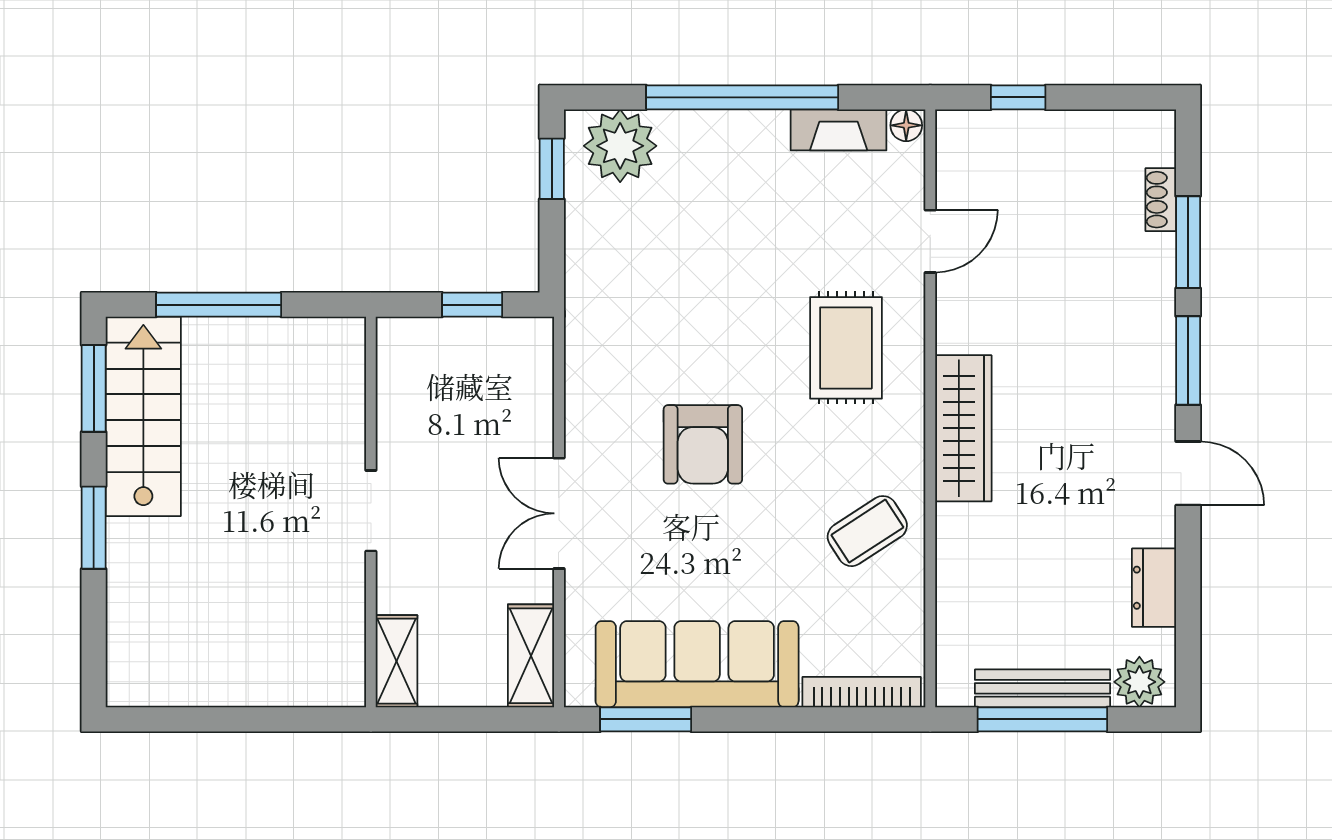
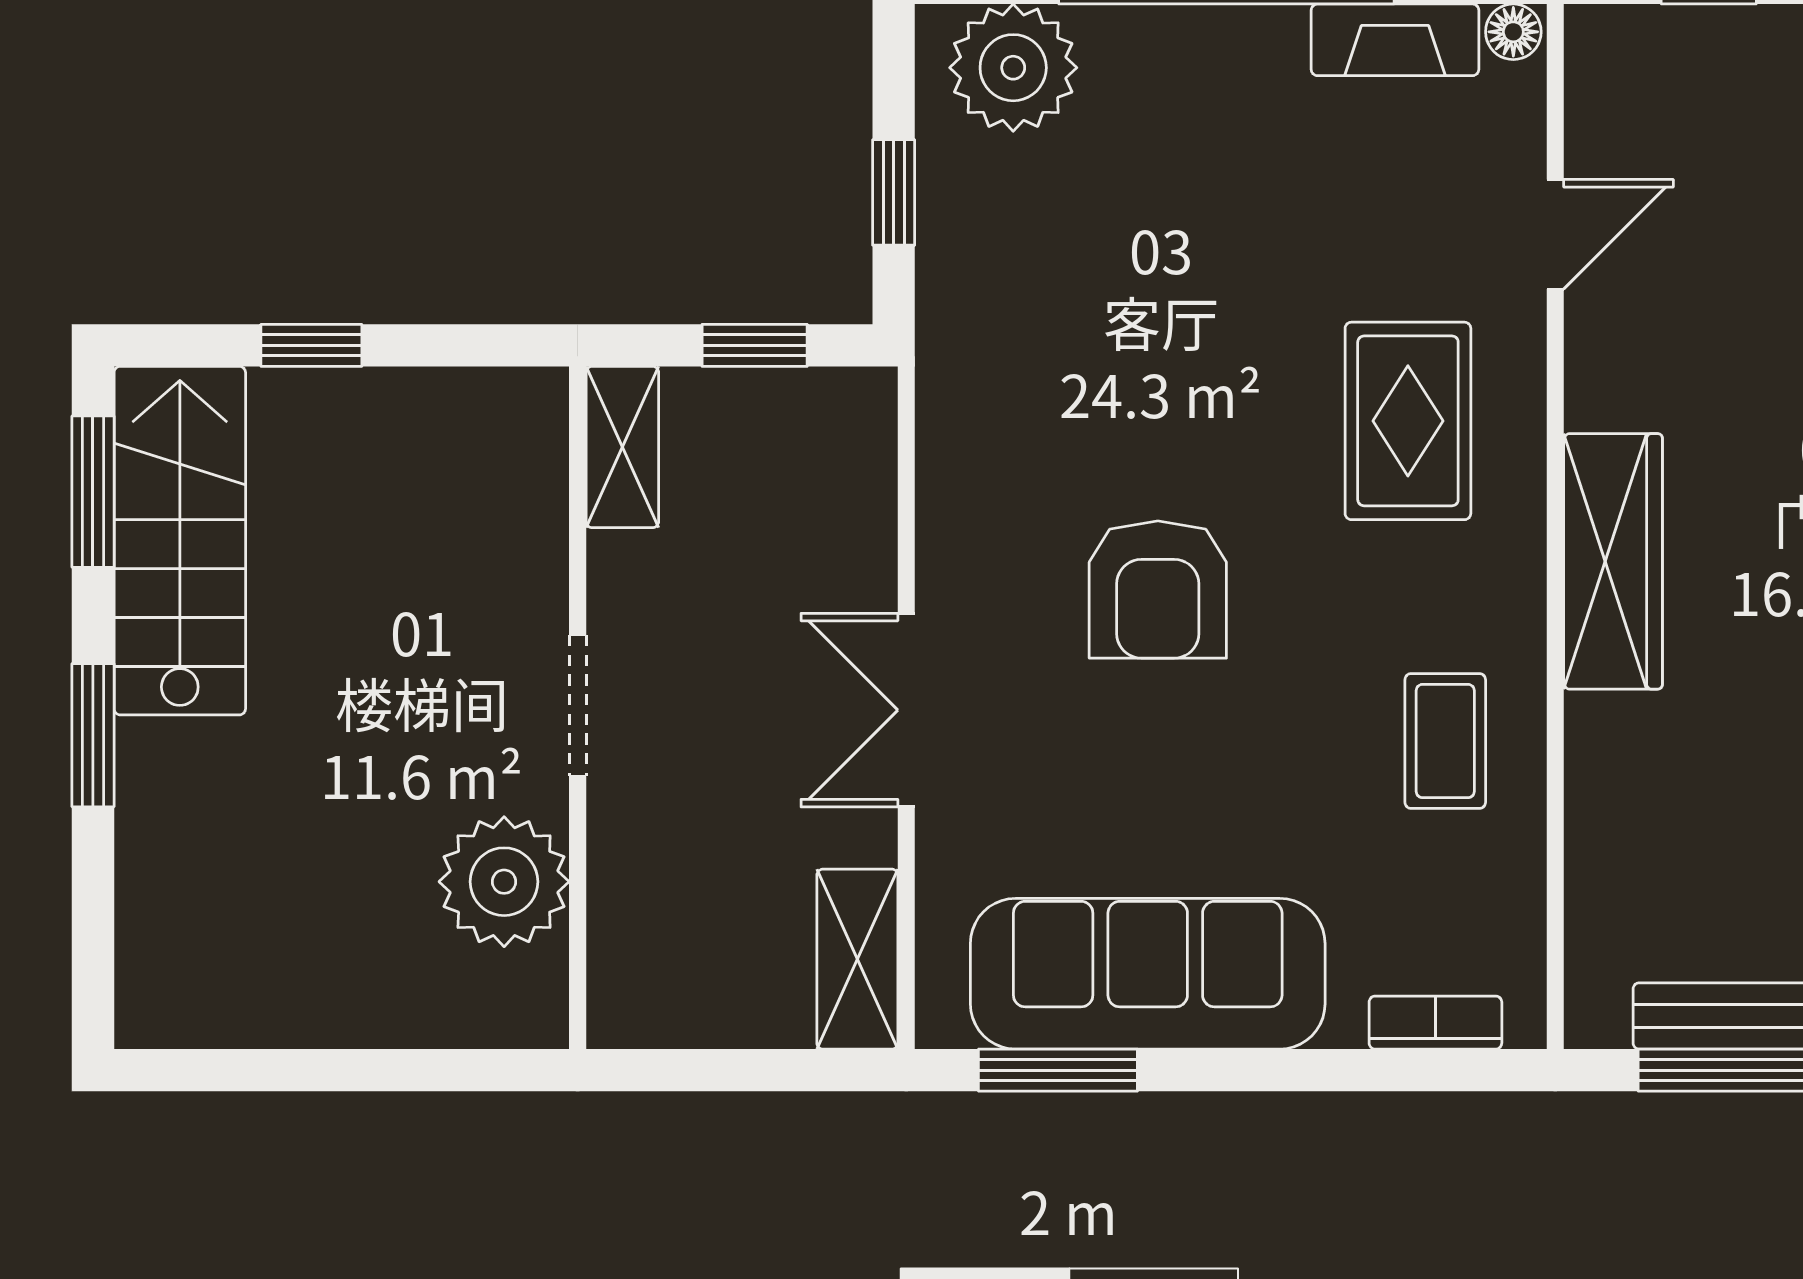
window: (552, 169) -> (894, 192), moved
window: (219, 305) -> (311, 345), width x0.46
coffee table: (867, 531) -> (1445, 741), turned -57
plant: (329, 612) -> (504, 882), added
shelving: (397, 661) -> (622, 447), moved
bookcase: (862, 692) -> (1435, 1023), width x0.64

